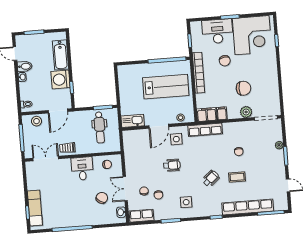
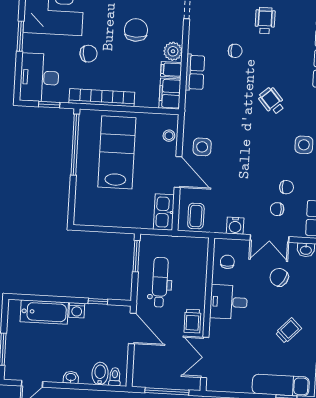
desk: (217, 31) -> (39, 78), moved
bidet: (25, 66) -> (100, 374), moved
washing machine: (61, 79) -> (77, 310), width x0.53, depth x0.53
plant: (246, 112) -> (173, 51), moved
stool: (36, 121) -> (144, 364), removed
dental chair: (100, 127) -> (160, 282), moved, turned -90
row of seats: (205, 130) -> (195, 72), moved, width x0.68
wheelchair: (172, 165) -> (265, 21), moved
water cooler: (130, 166) -> (235, 226), added
coffee table: (237, 177) -> (196, 216), moved
trolley: (70, 208) -> (288, 331), added

